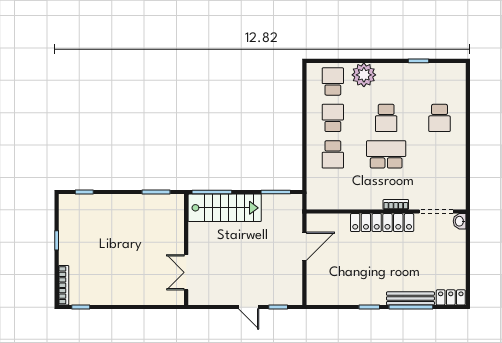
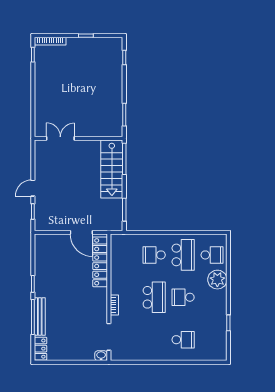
school desk: (333, 118) -> (183, 255), width x1.85
school desk: (440, 118) -> (183, 340), turned 180
locker: (382, 223) -> (100, 262), moved

